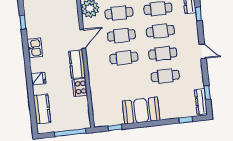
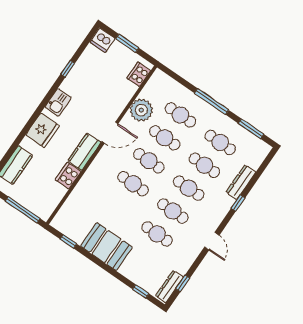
fridge: (38, 79) -> (43, 130), width x1.88, depth x1.34

